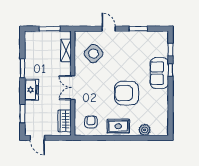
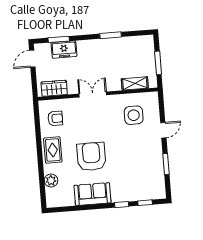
side table: (94, 54) -> (134, 115), turned 45
sofa: (159, 73) -> (92, 194), moved
freezer: (32, 90) -> (64, 49), moved

